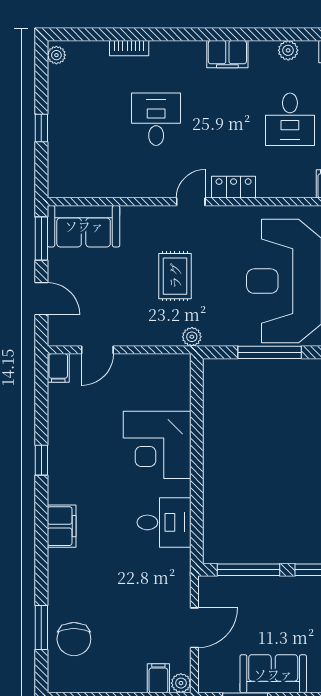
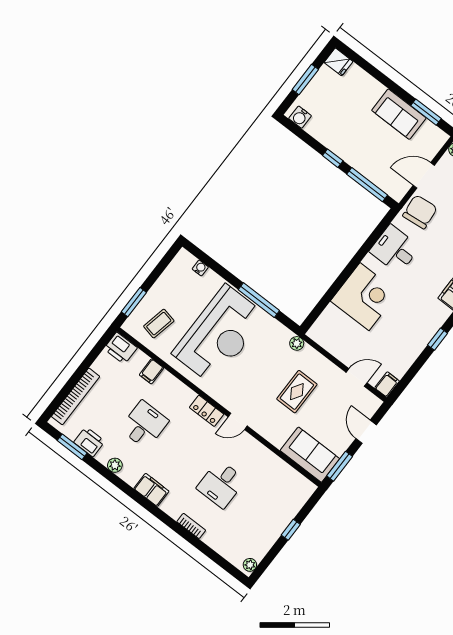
bookcase: (129, 48) -> (191, 526), moved
rug: (175, 276) -> (297, 392), moved
chair: (168, 585) -> (420, 212), added

